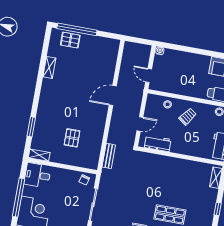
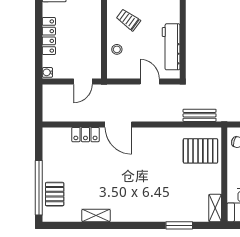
locker: (186, 57) -> (49, 36), added
locker: (110, 70) -> (85, 135), added
pallet: (72, 138) -> (200, 151), moved, width x1.50, depth x1.42
workbench: (158, 143) -> (171, 47), width x1.38

